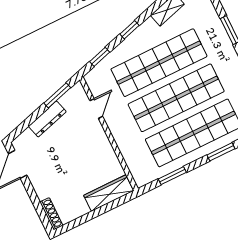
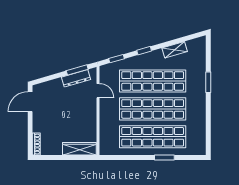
door: (96, 109) -> (98, 91), hinge flipped
dresser: (47, 119) -> (76, 78), moved
window: (172, 176) -> (126, 158), removed

